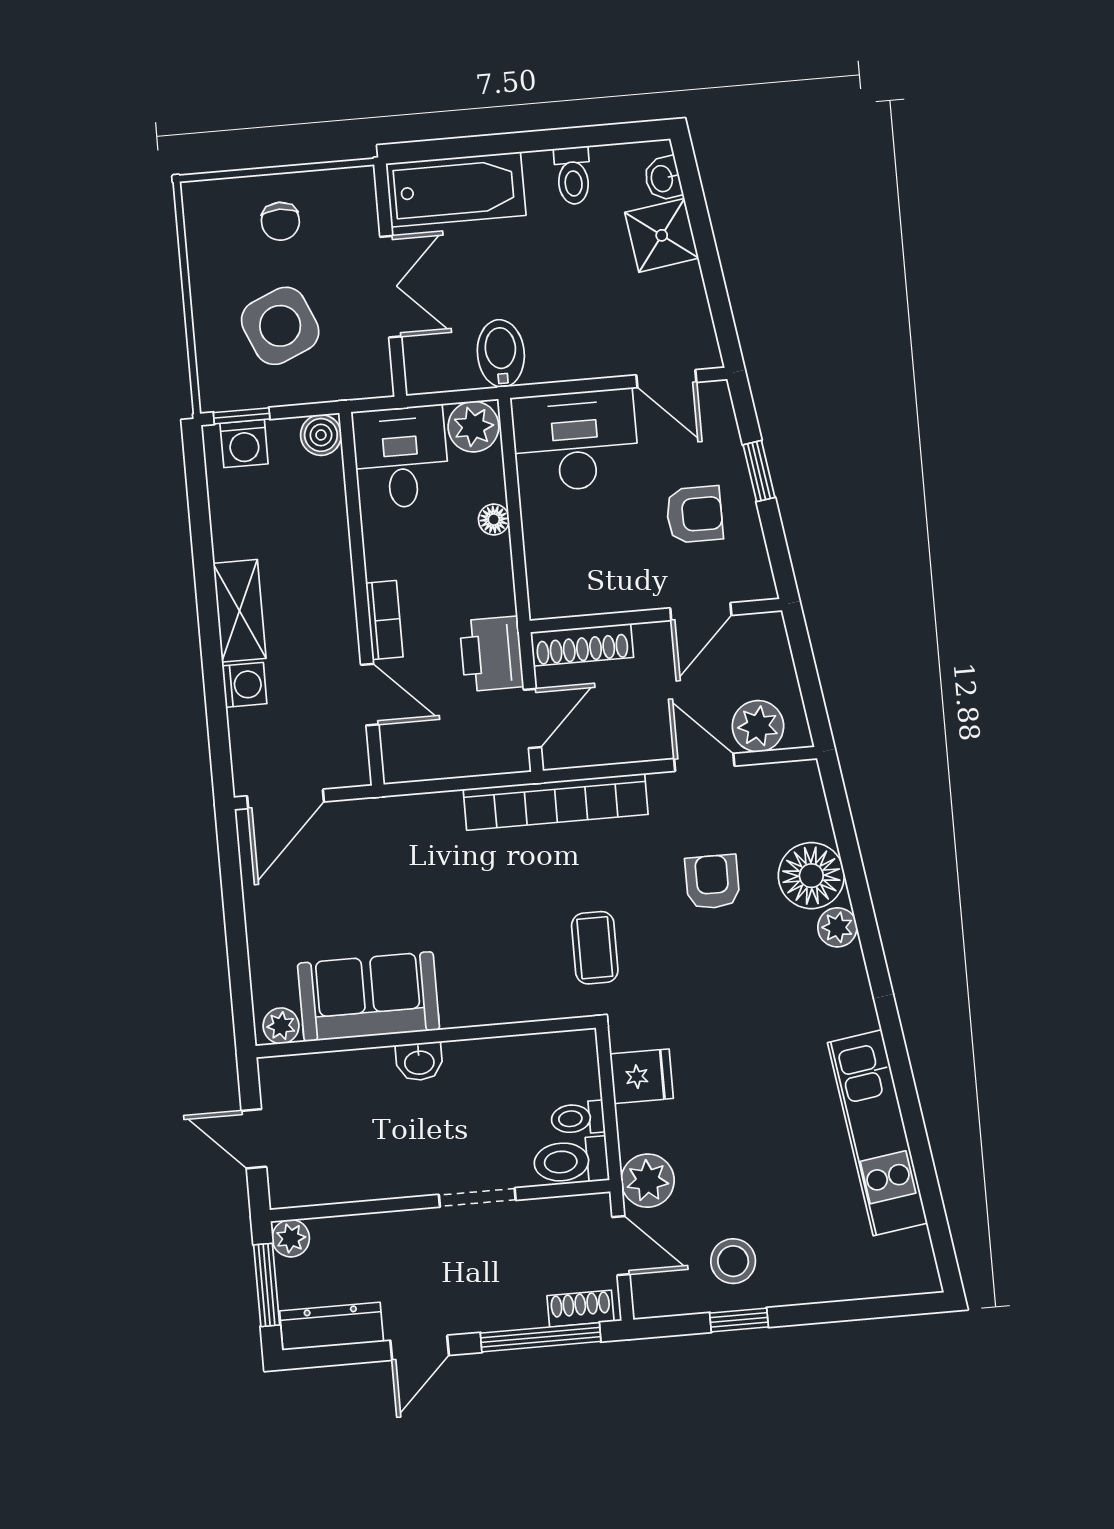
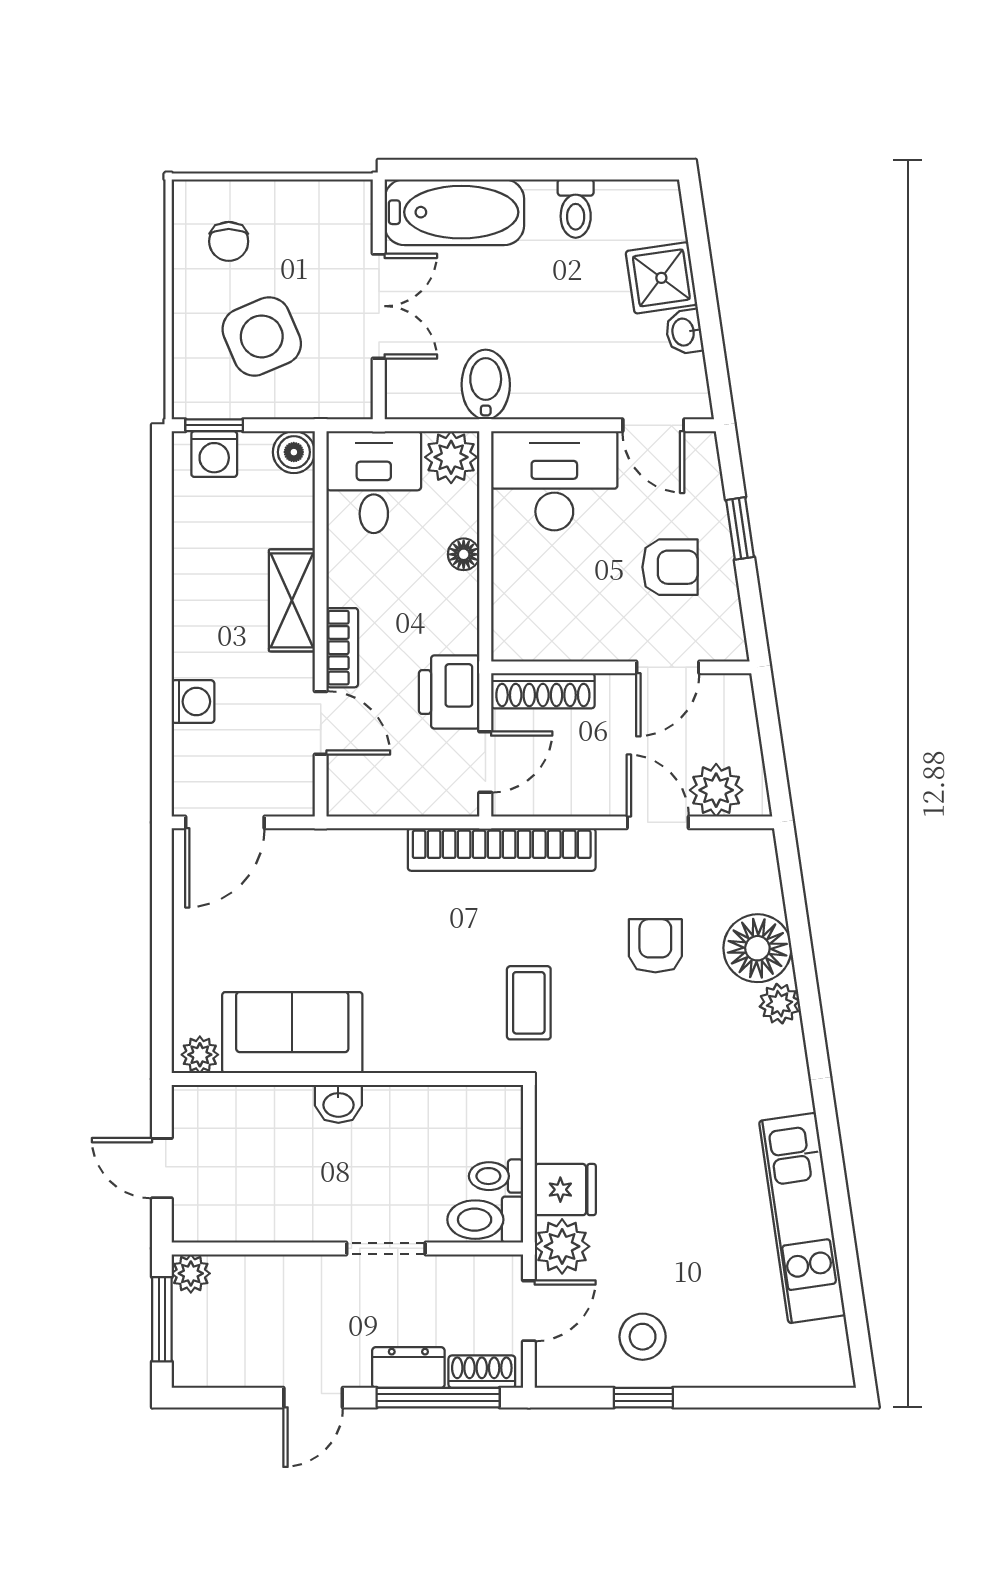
washbasin: (663, 178) -> (684, 332), moved
chair: (280, 221) -> (229, 241), moved
shelving: (240, 611) -> (292, 600), moved
fridge: (642, 1076) -> (565, 1190), moved
door: (621, 1246) -> (529, 1311), hinge flipped
dresser: (332, 1326) -> (408, 1368), moved, width x0.70

